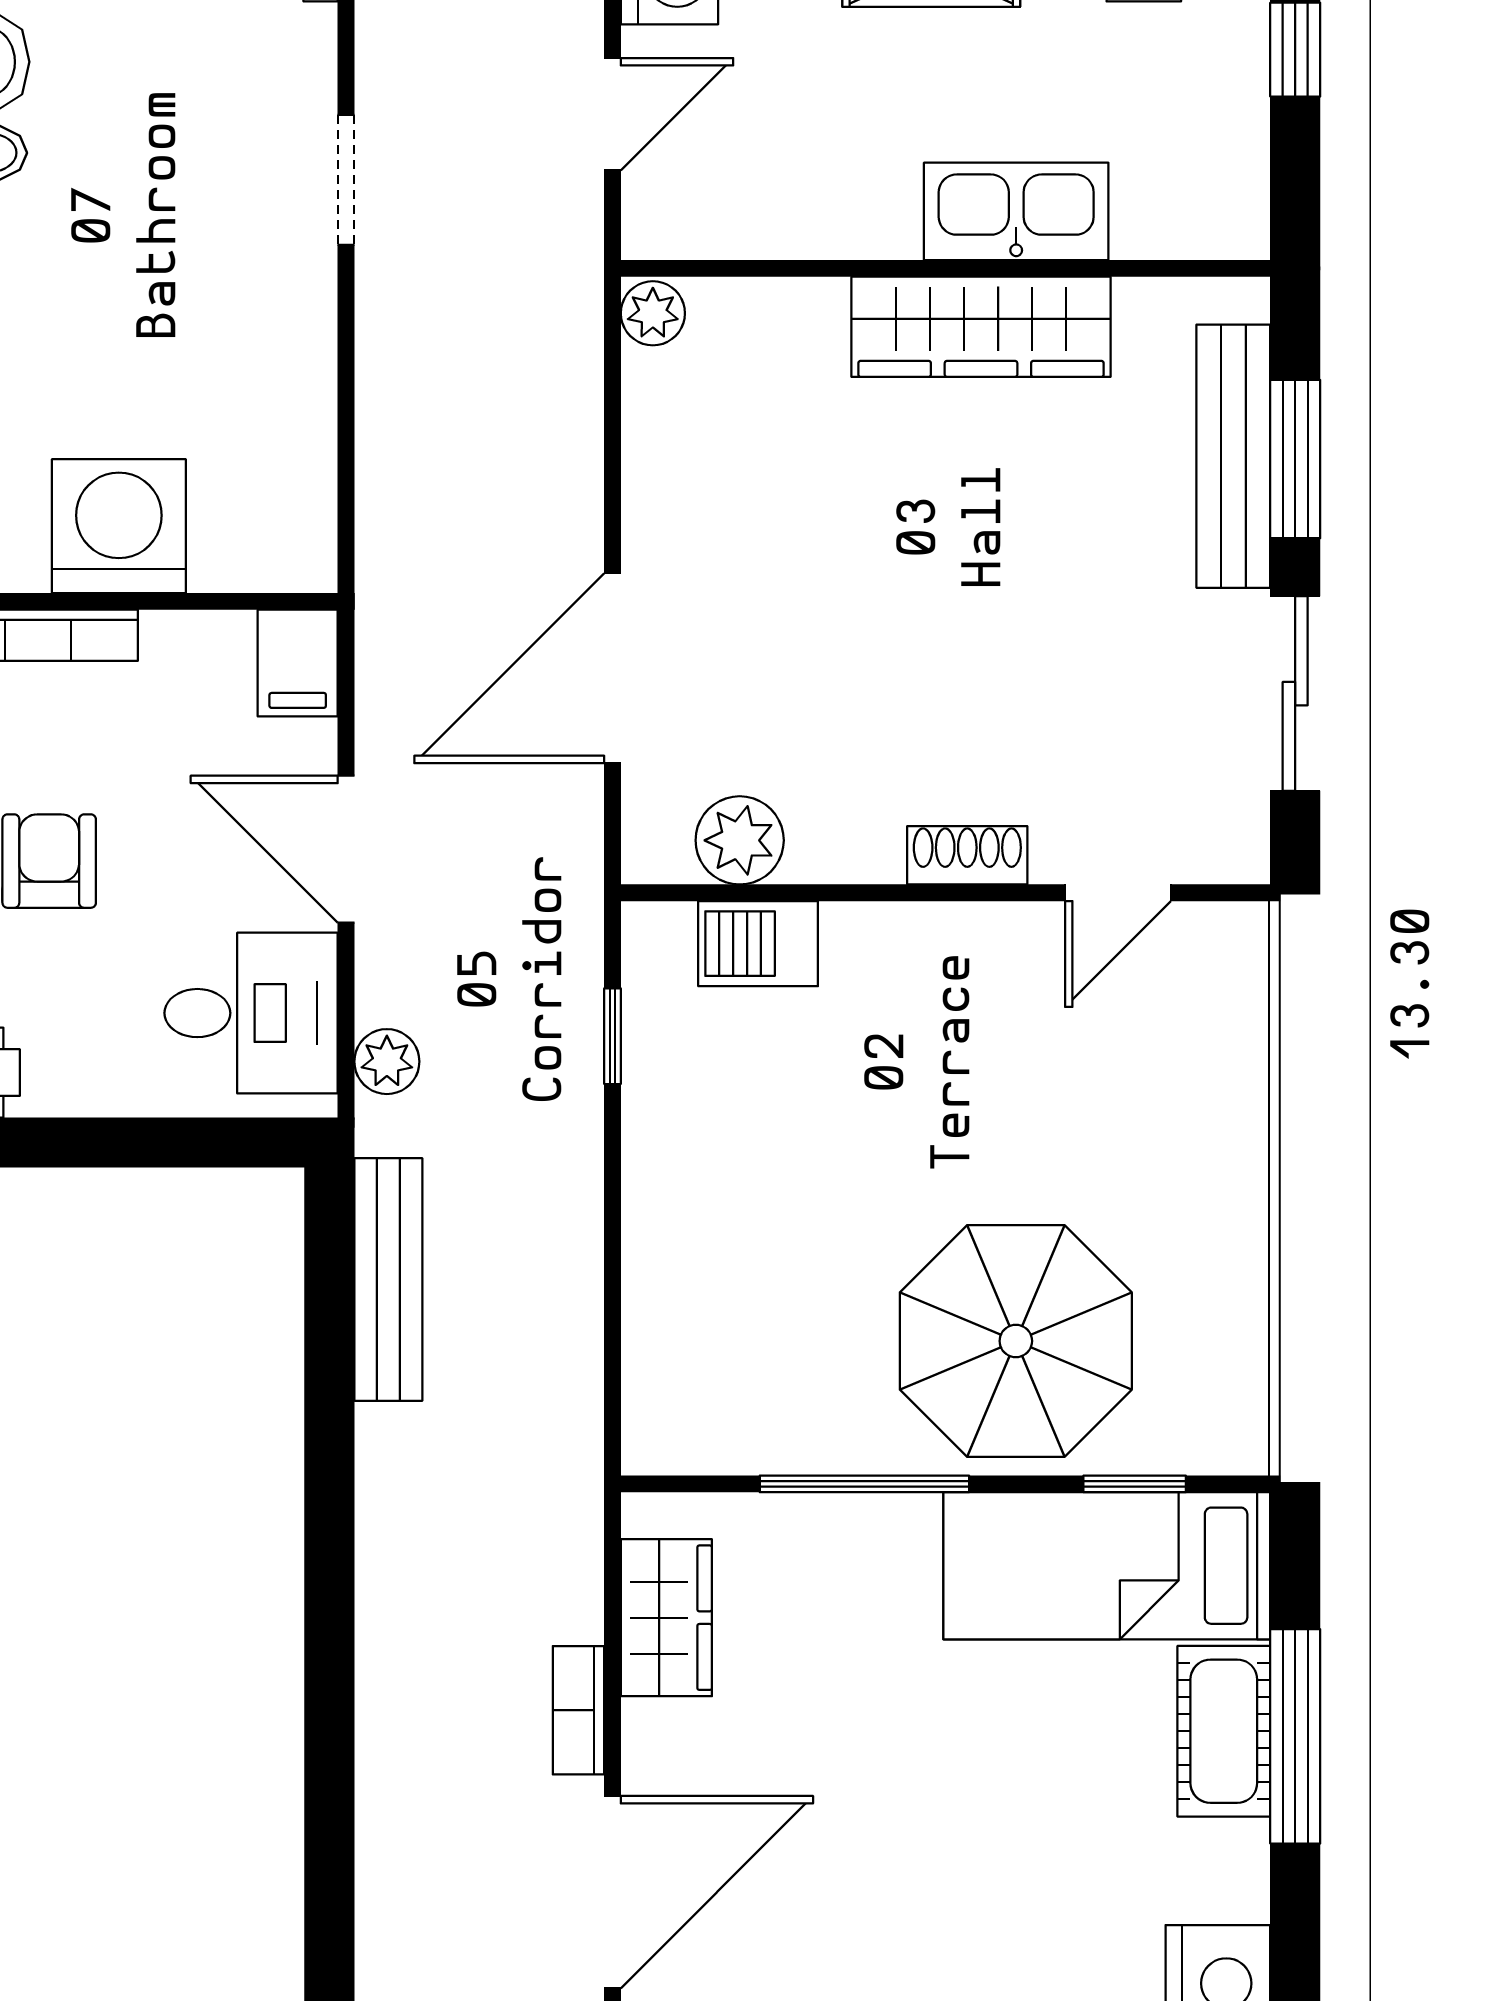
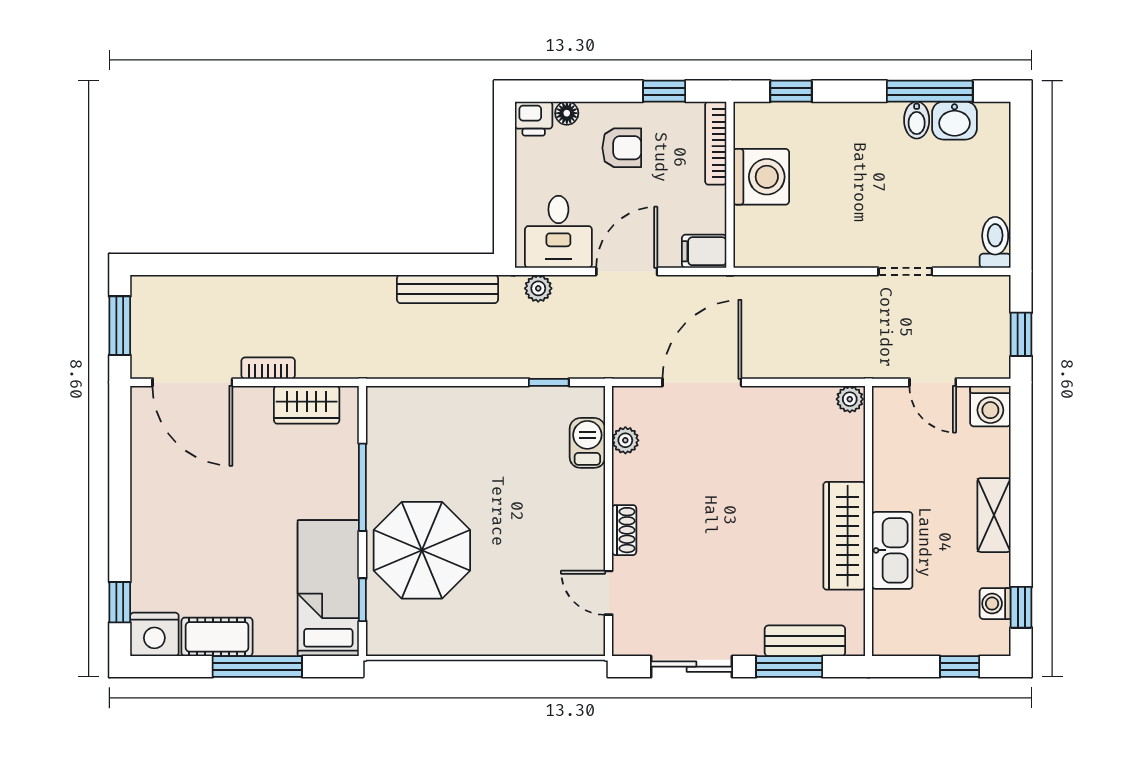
bench: (1233, 456) -> (805, 641), width x0.73
door: (612, 668) -> (702, 382), hinge flipped
plant: (740, 840) -> (625, 440), width x0.73, depth x0.73
cot: (1224, 1731) -> (217, 637), moved

